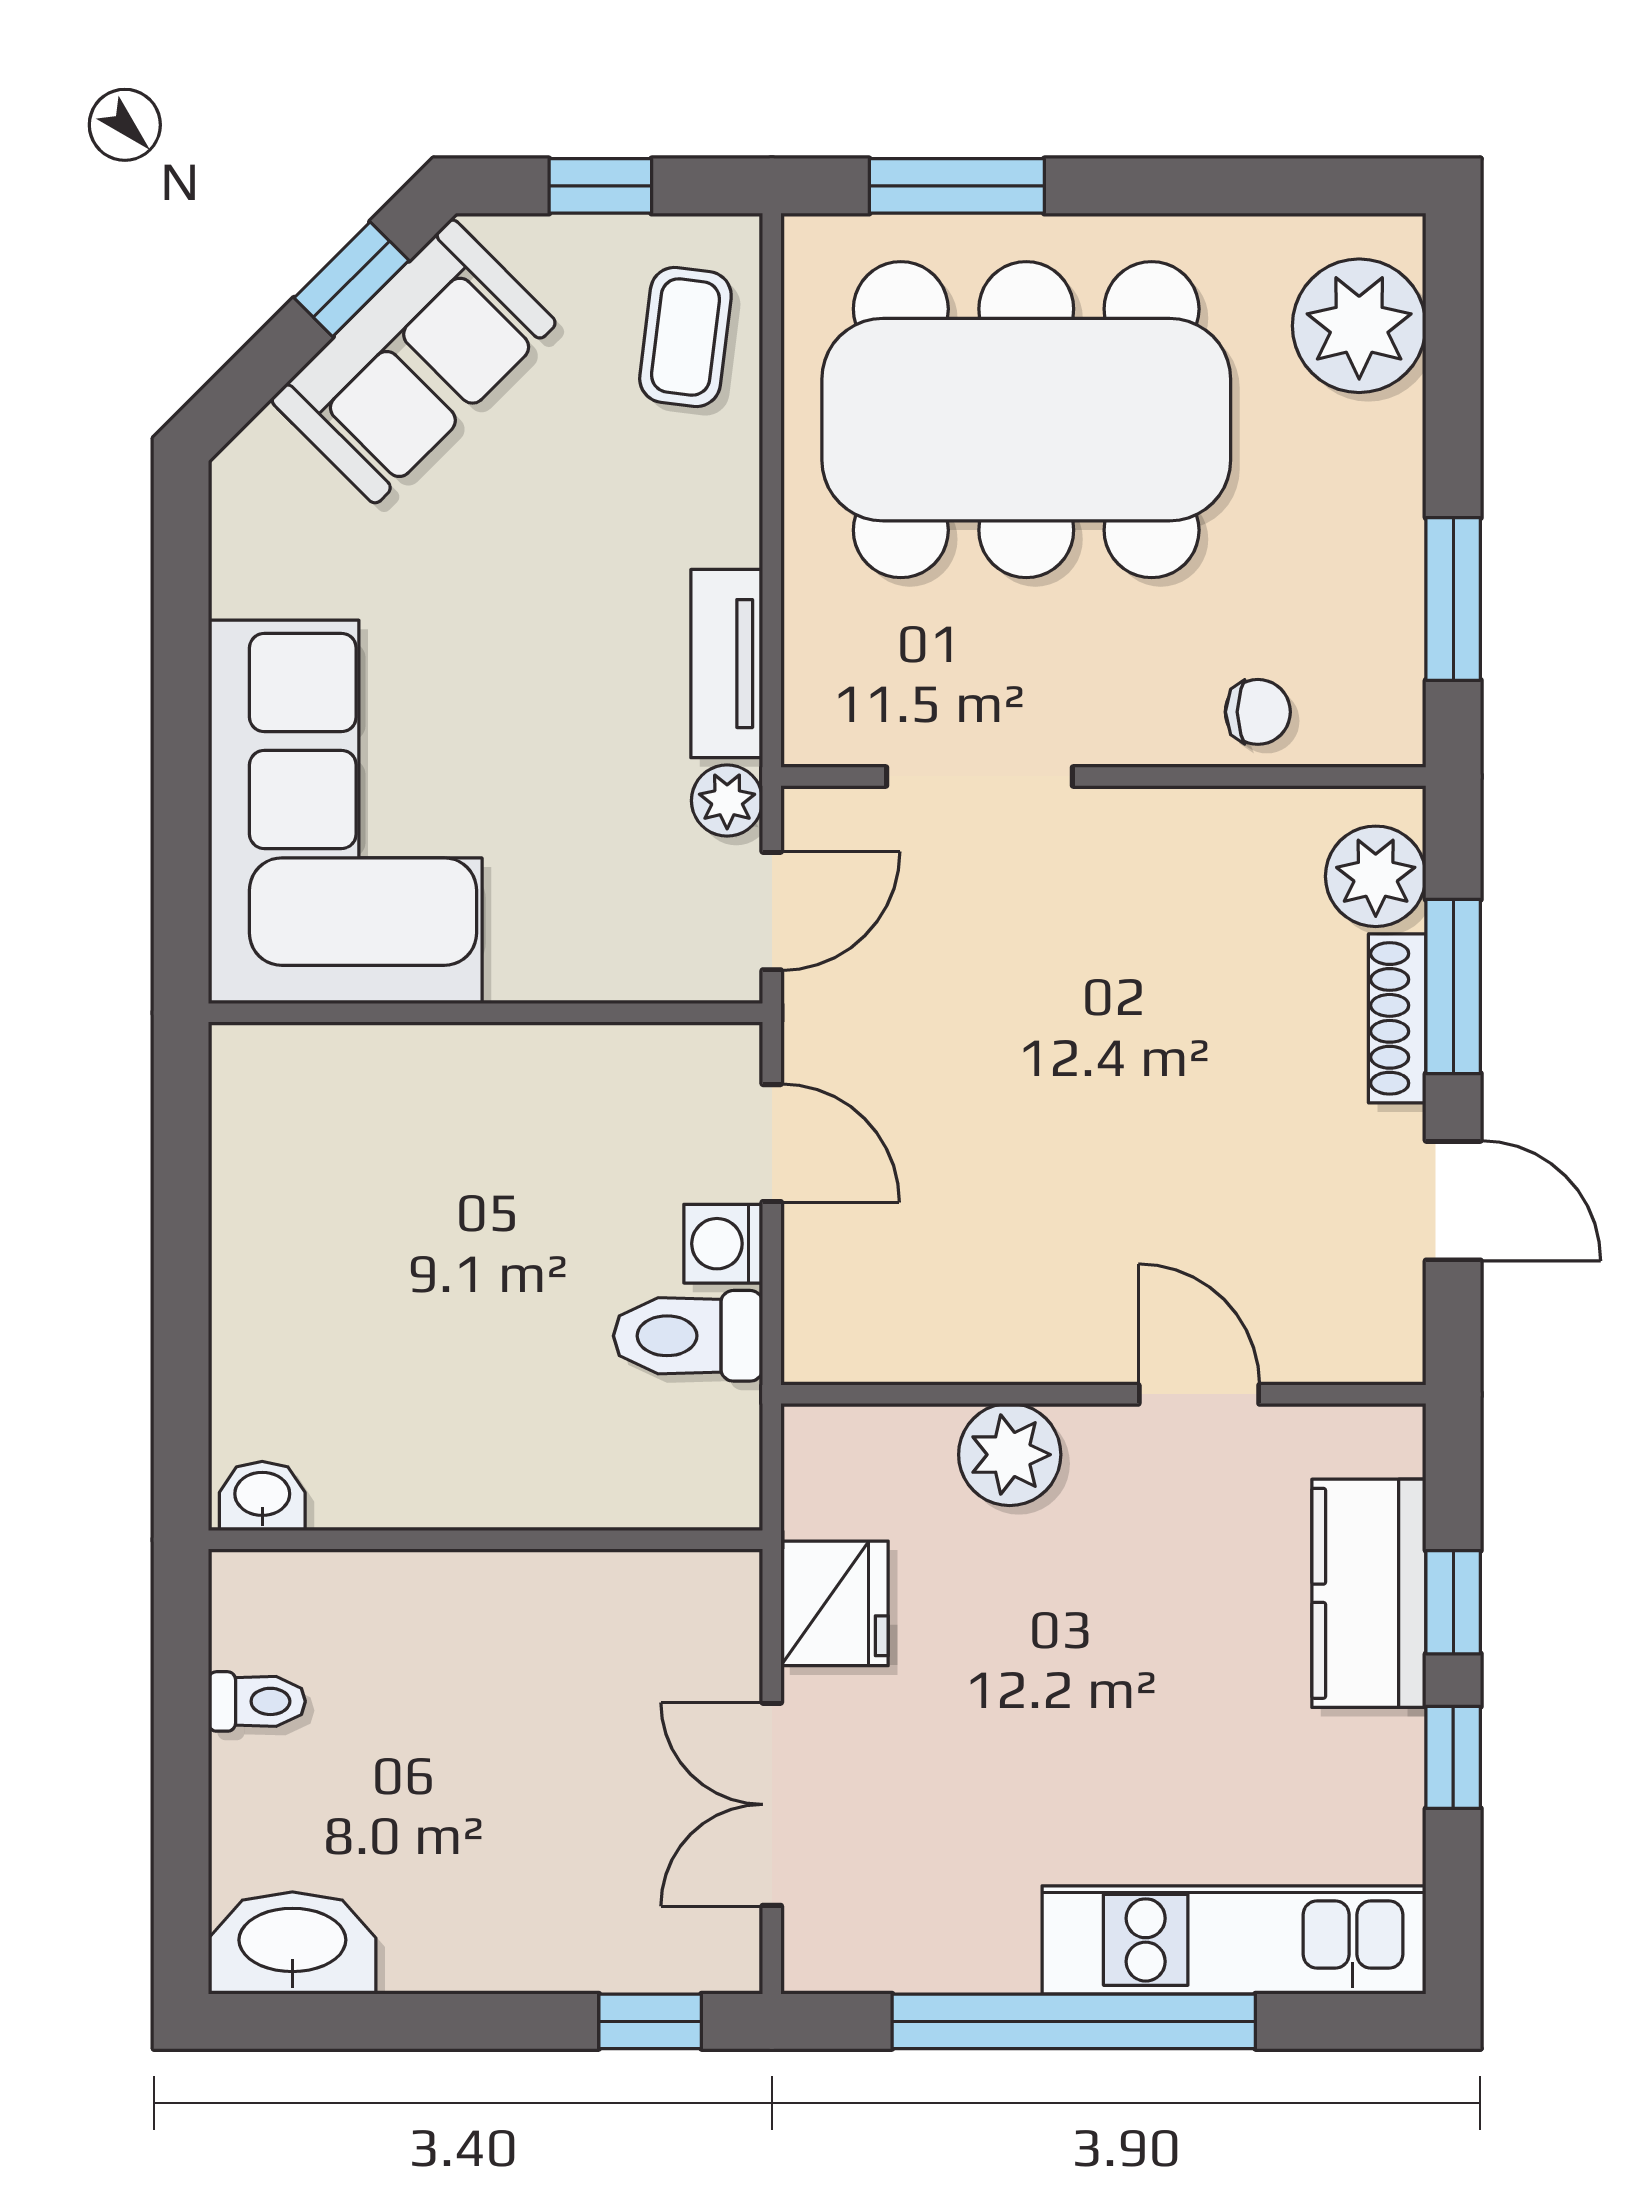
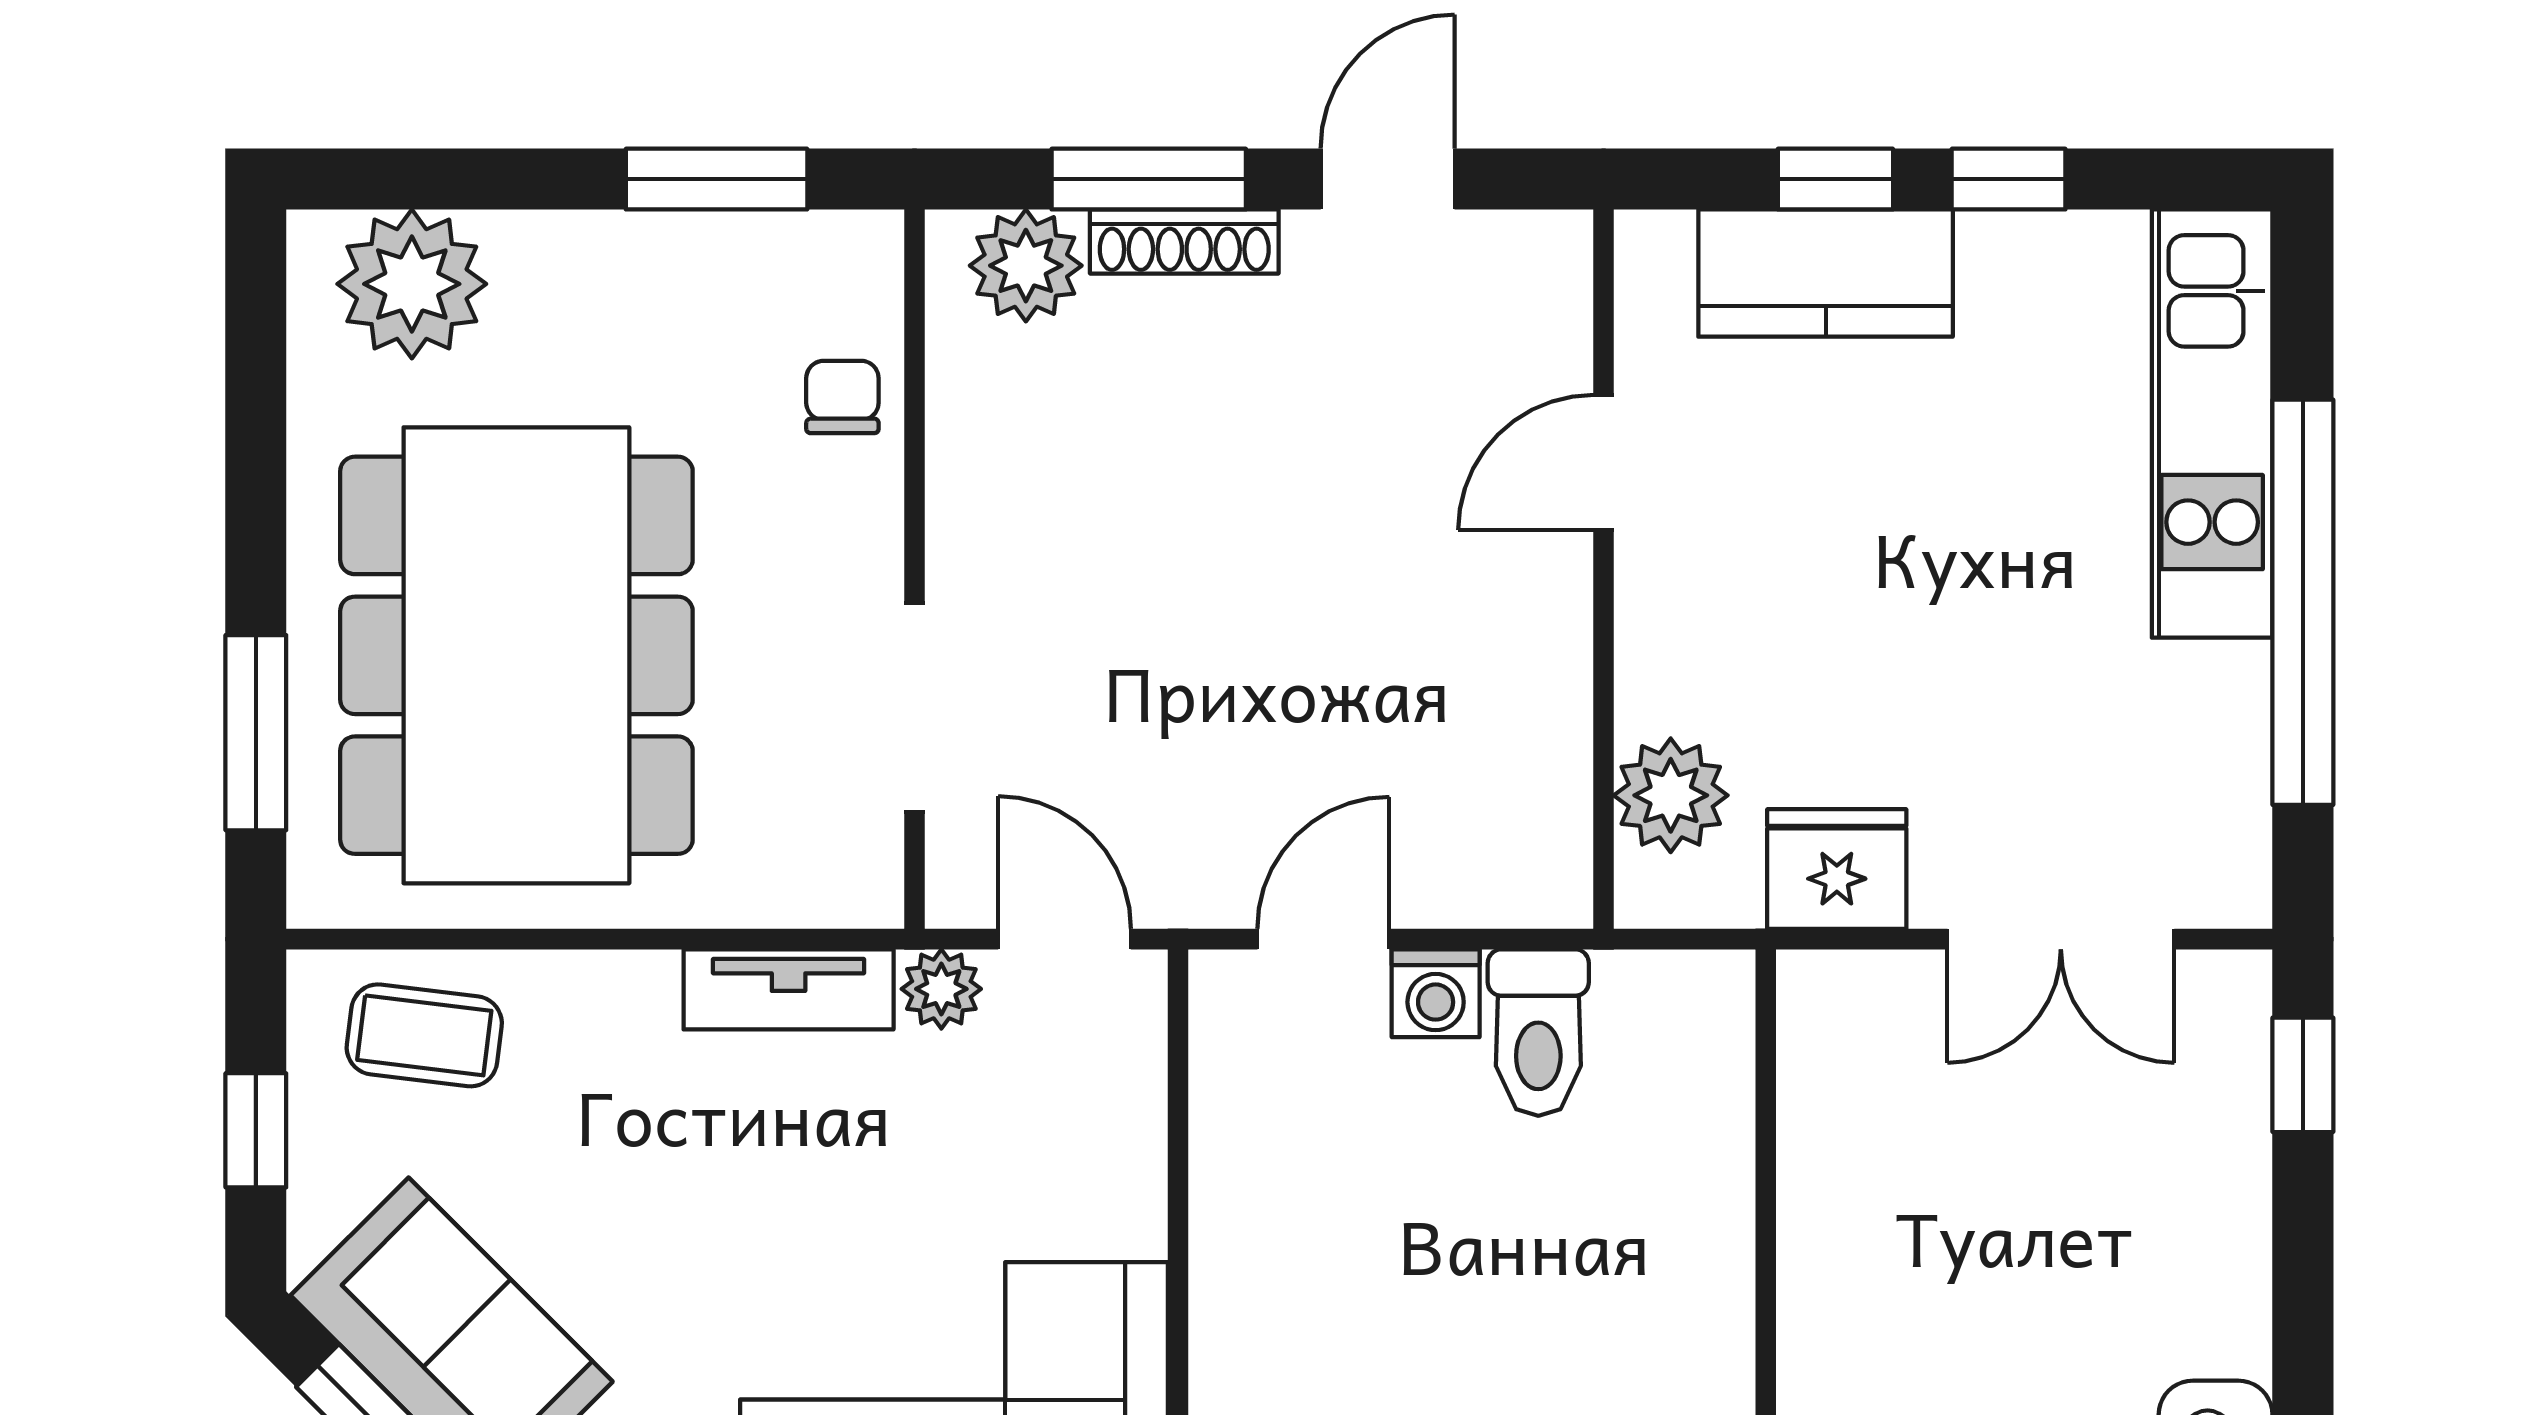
plant: (1010, 1455) -> (1671, 795), moved

